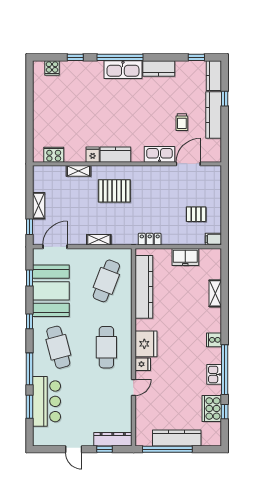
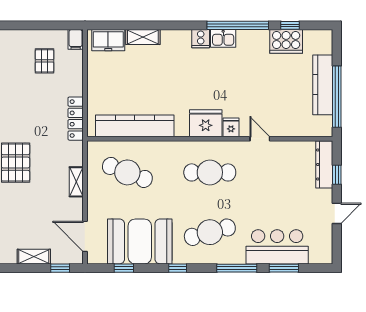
locker: (150, 239) -> (76, 119), width x1.53
freezer: (185, 257) -> (108, 40), moved, turned 90
kitchen sink: (214, 374) -> (223, 38), moved

